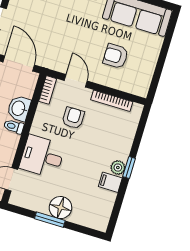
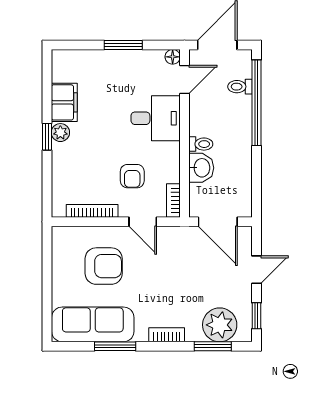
armchair: (116, 56) -> (104, 266), width x1.38, depth x1.38
filing cabinet: (110, 182) -> (64, 102), width x2.00
floor lamp: (60, 208) -> (173, 57), moved, width x0.53, depth x0.53

